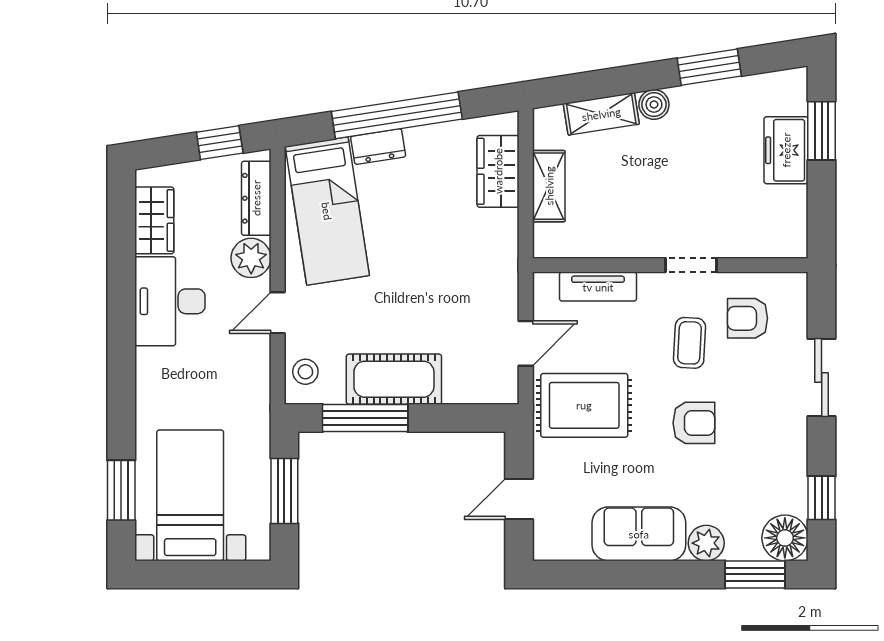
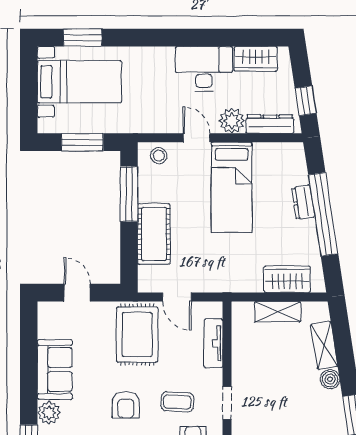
bed: (327, 211) -> (232, 187), moved, turned -81
cot: (394, 379) -> (154, 234), moved

